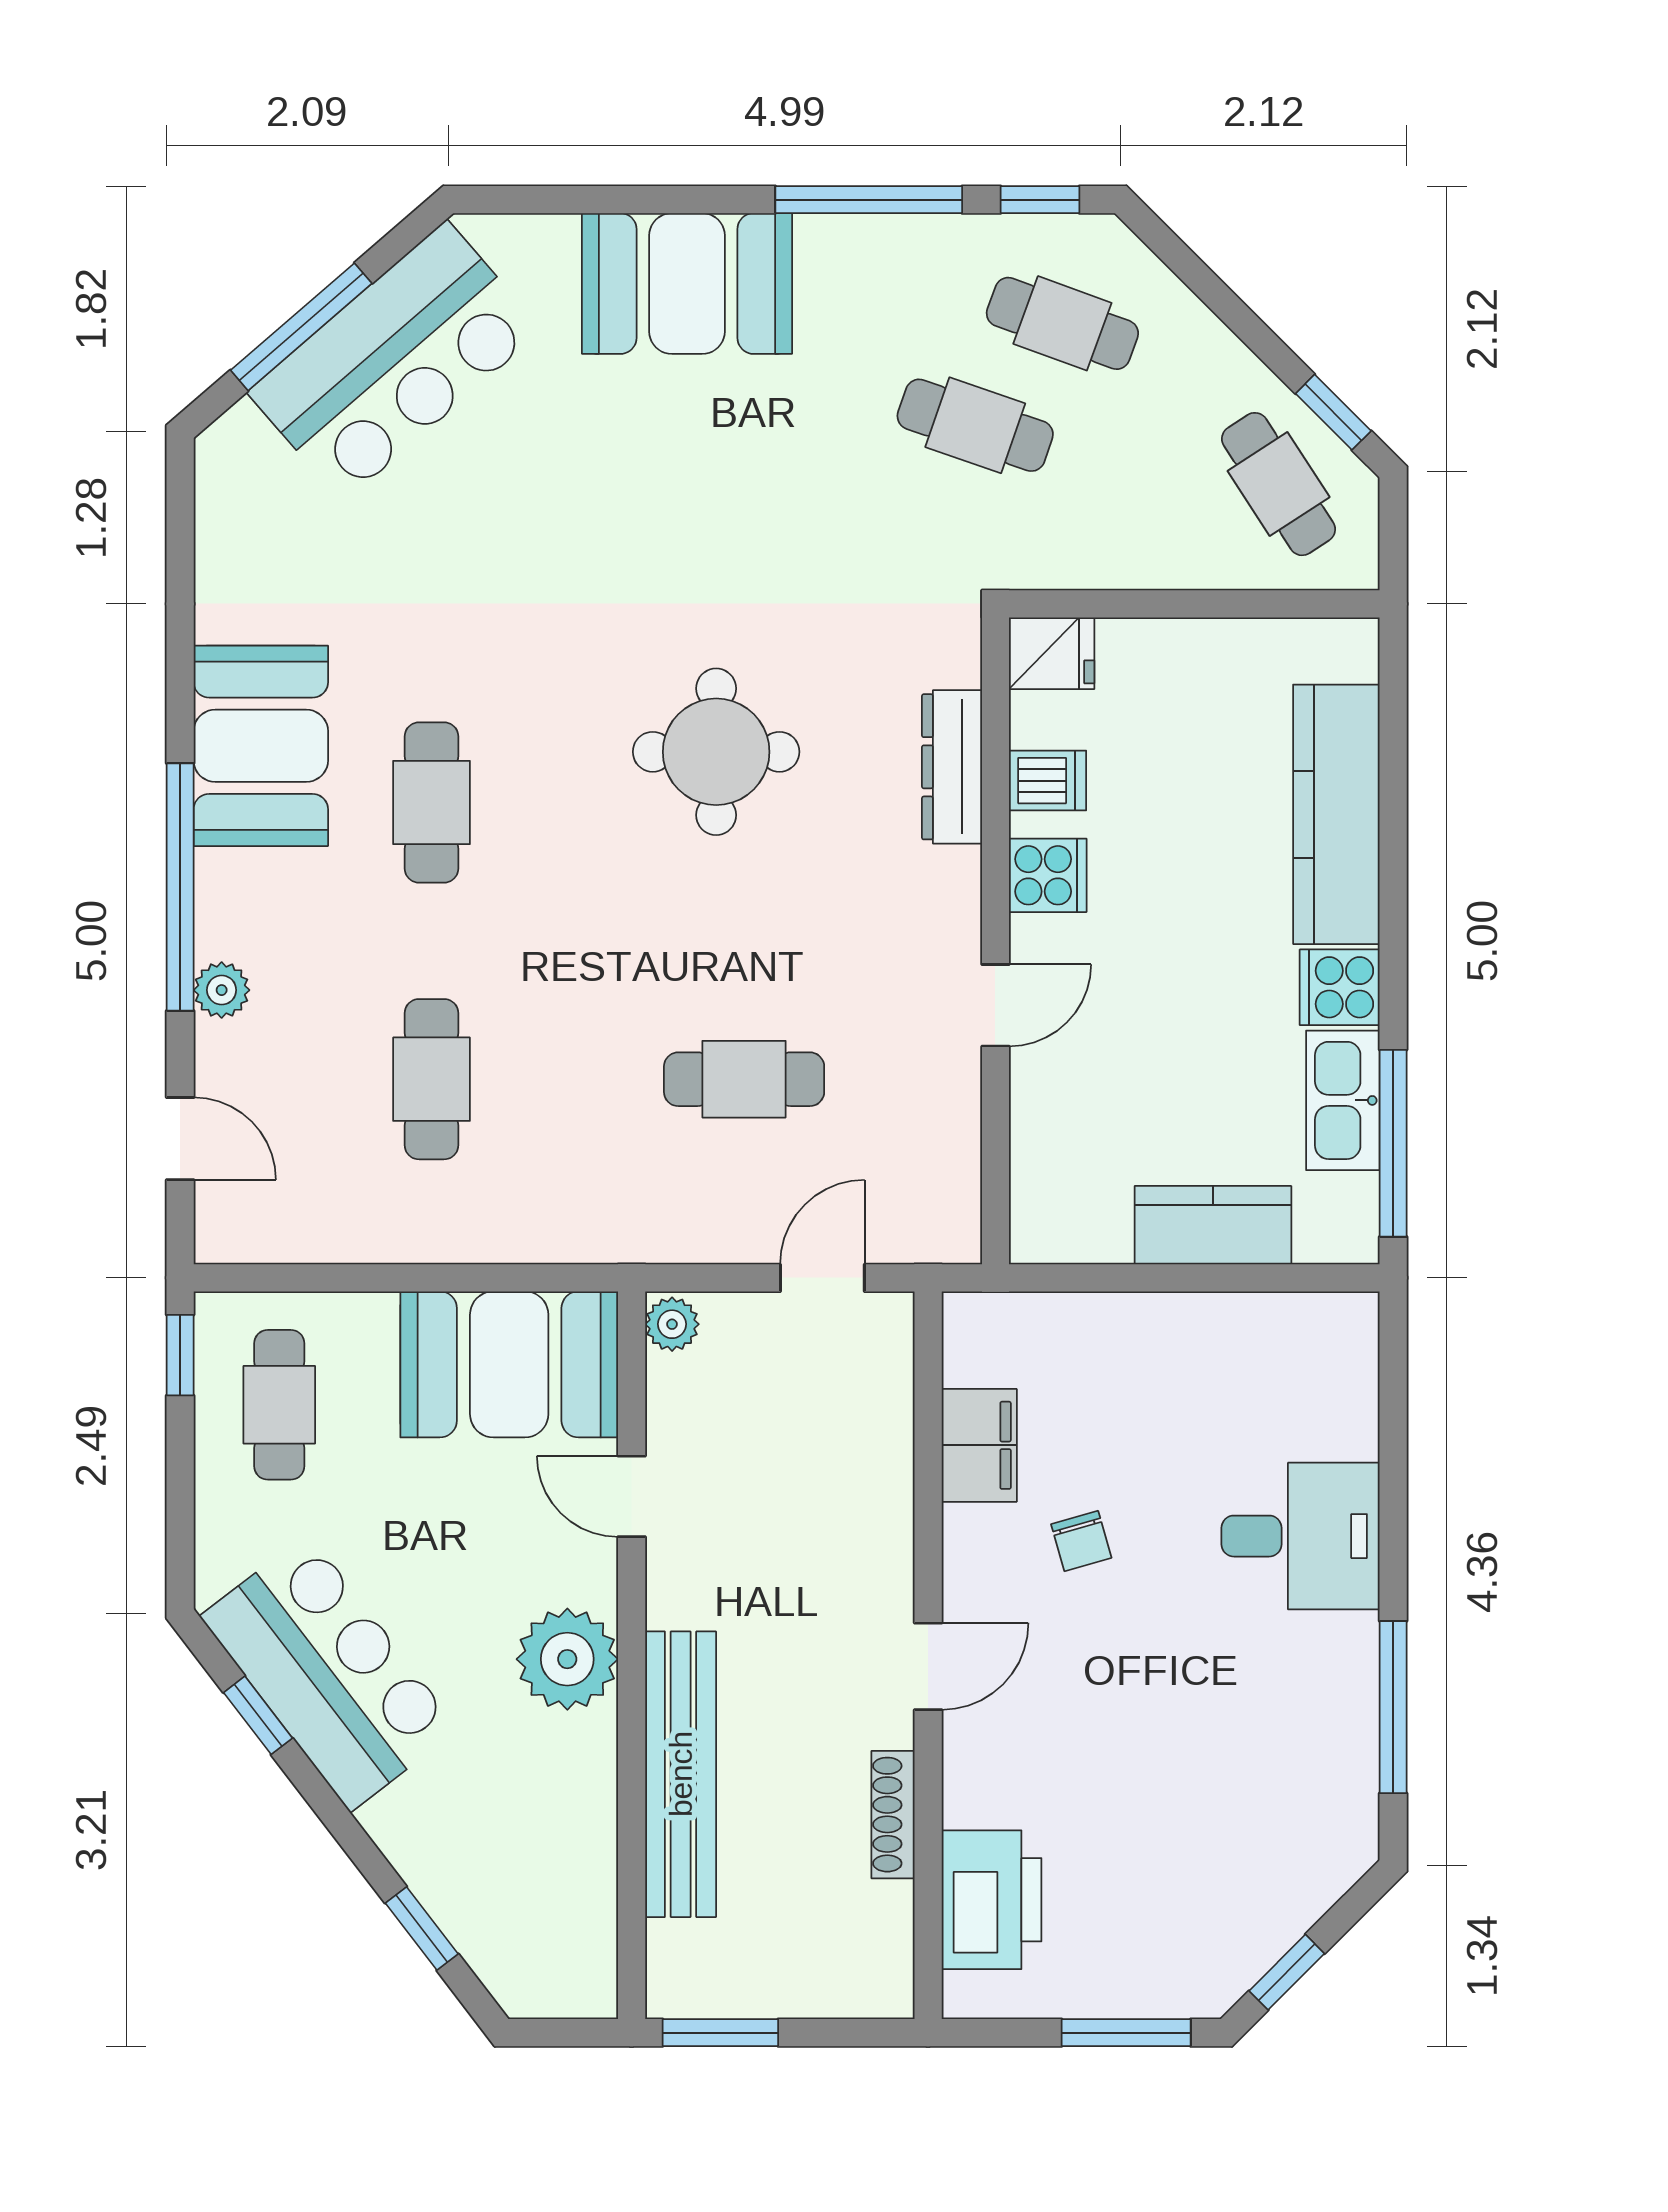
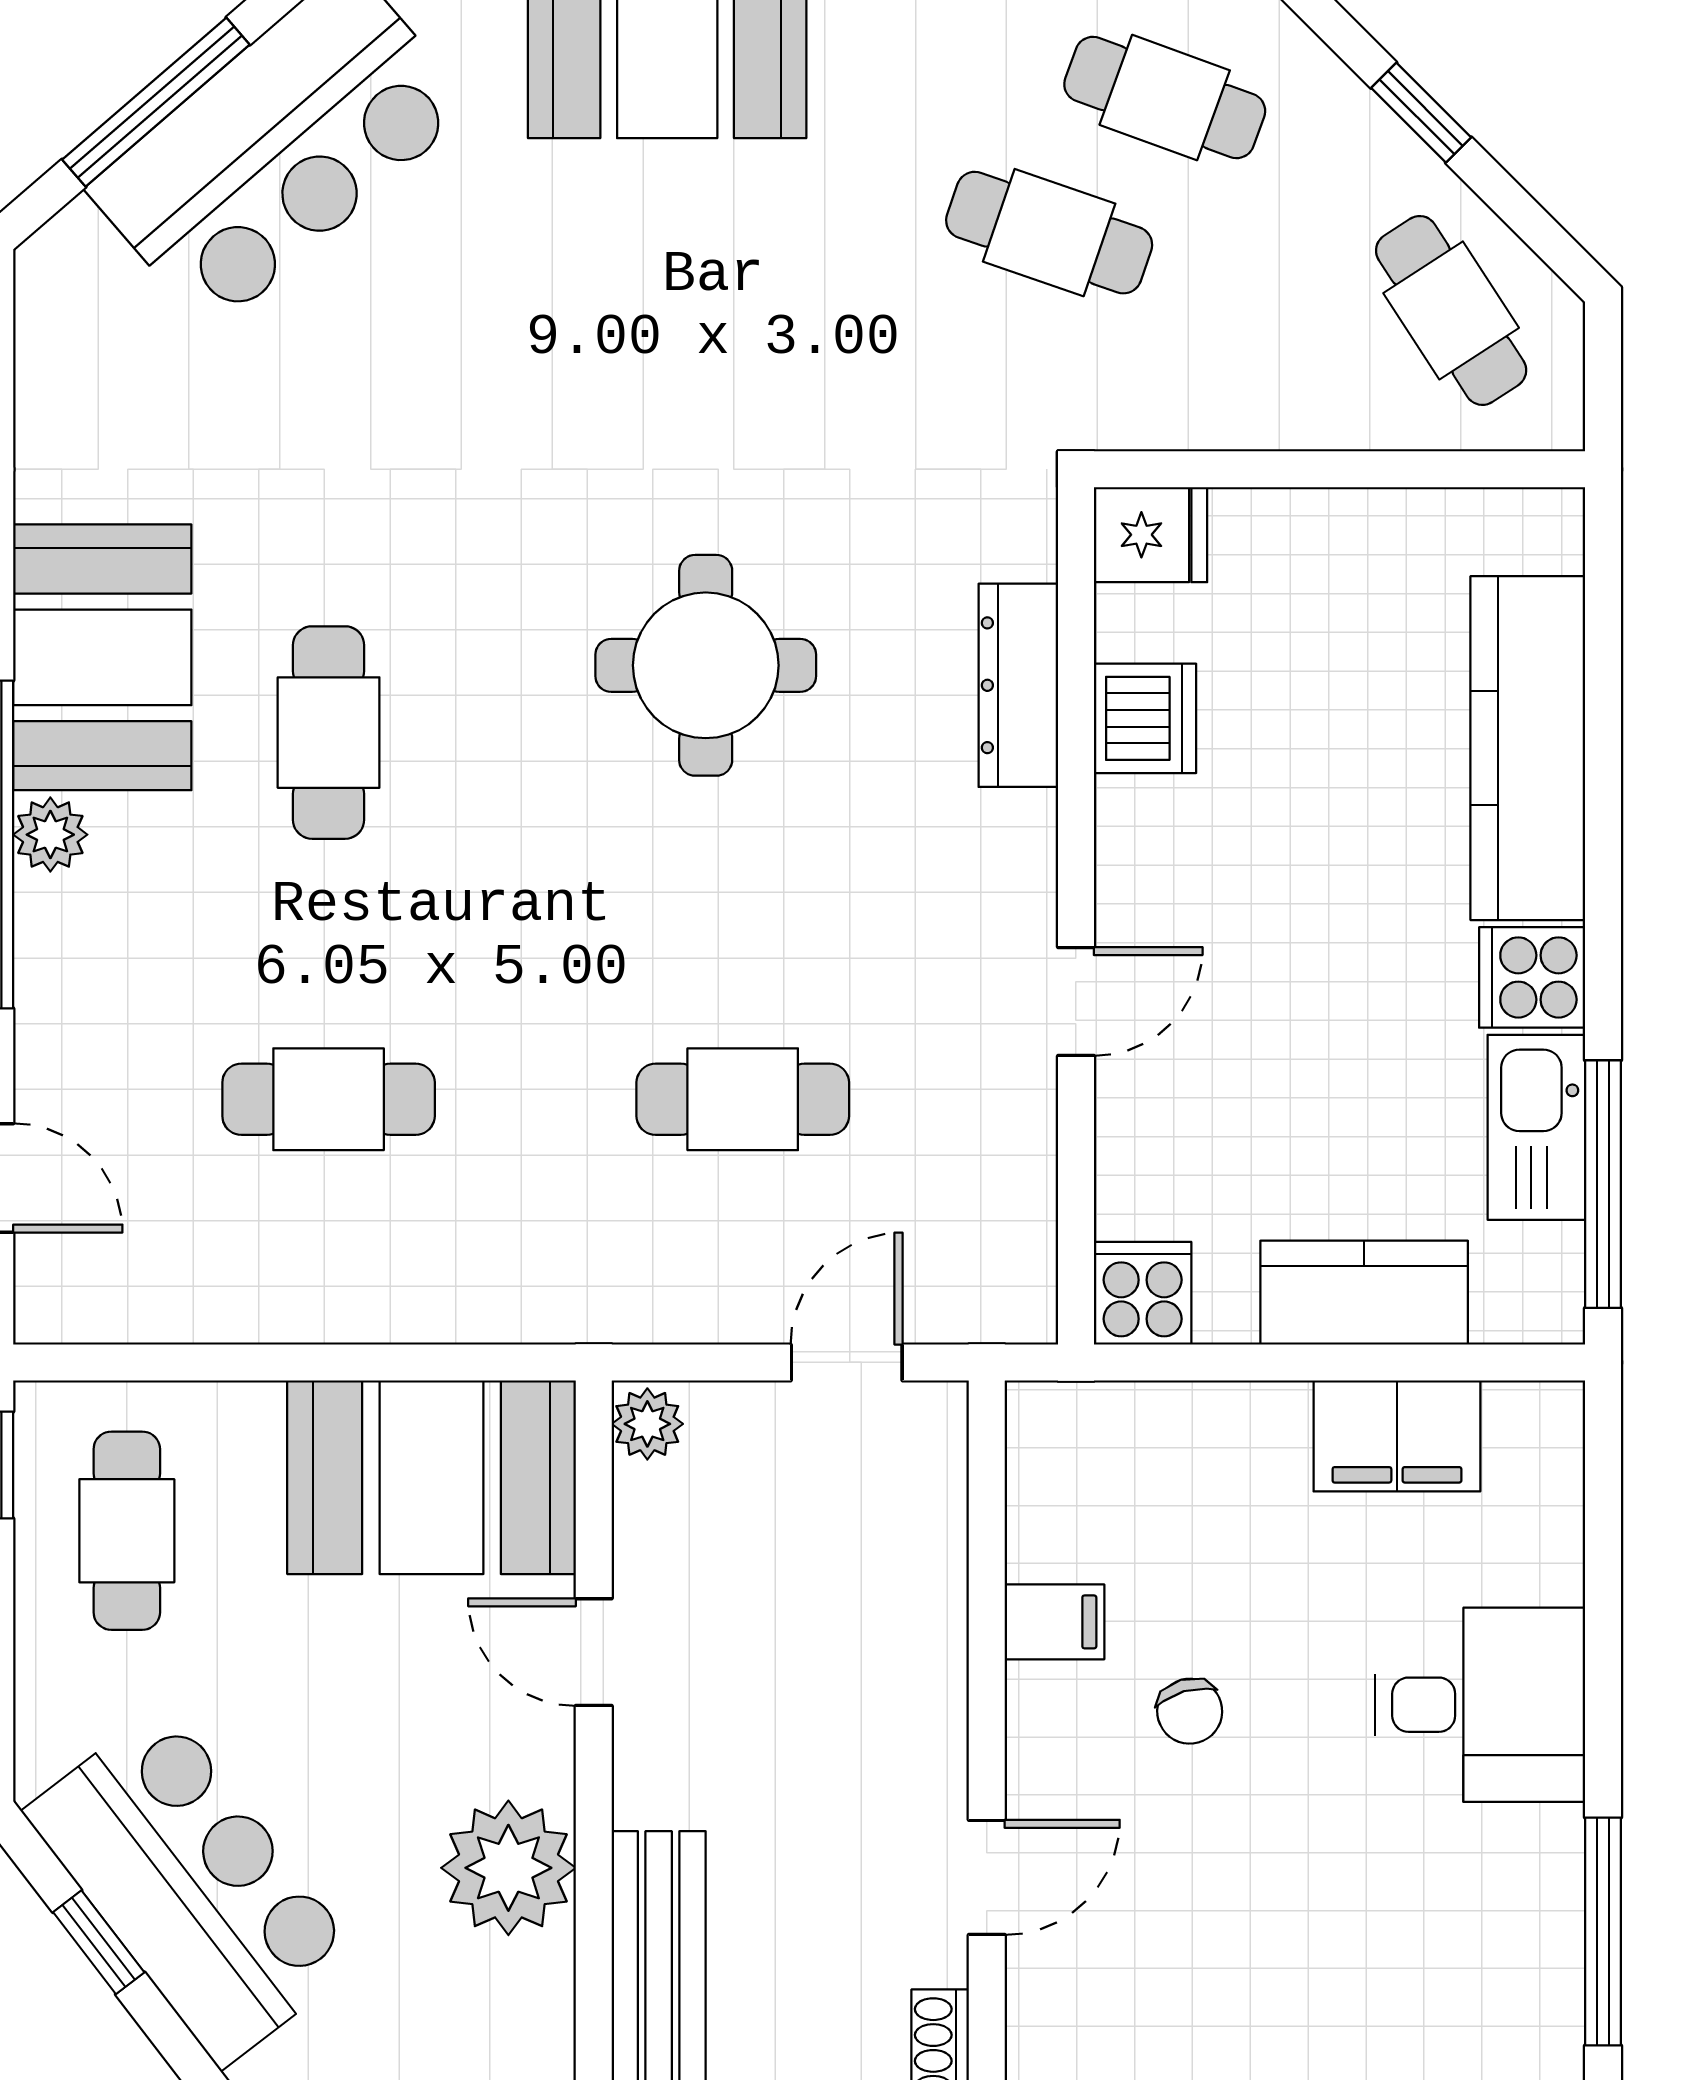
window: (1333, 412) -> (1421, 113), moved
dishwasher: (1048, 781) -> (1145, 718), width x1.38
cooker: (1048, 875) -> (1143, 1293), moved, turned -90
plant: (222, 990) -> (50, 835), moved
cafe table: (432, 1079) -> (329, 1099), turned 90
filing cabinet: (1238, 1333) -> (1397, 1436), added
filing cabinet: (979, 1445) -> (1054, 1622), width x0.50

